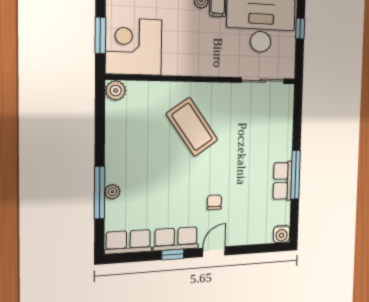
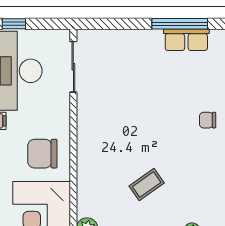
chair: (187, 49) -> (42, 154), added
coffee table: (192, 127) -> (147, 185), moved, width x0.54, depth x0.58

